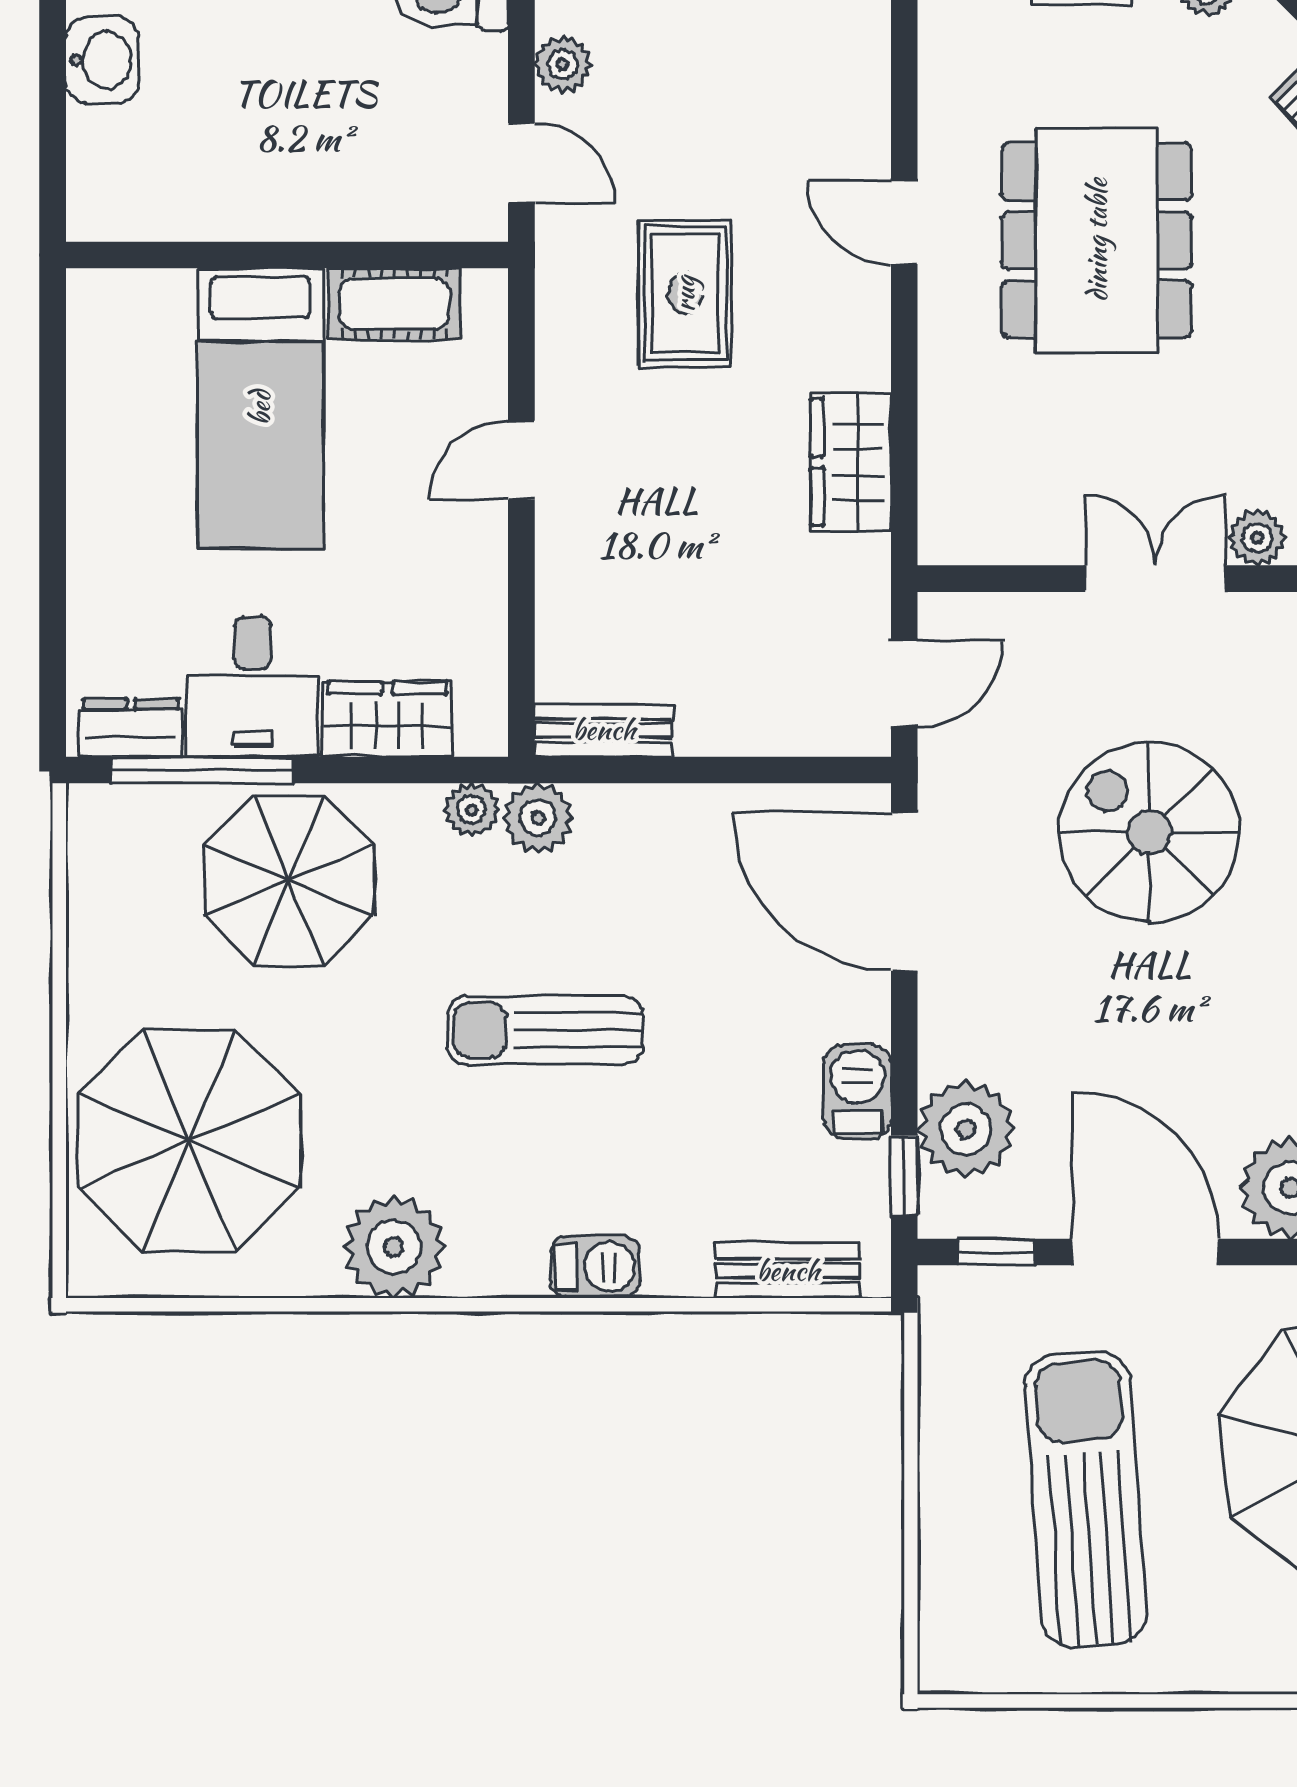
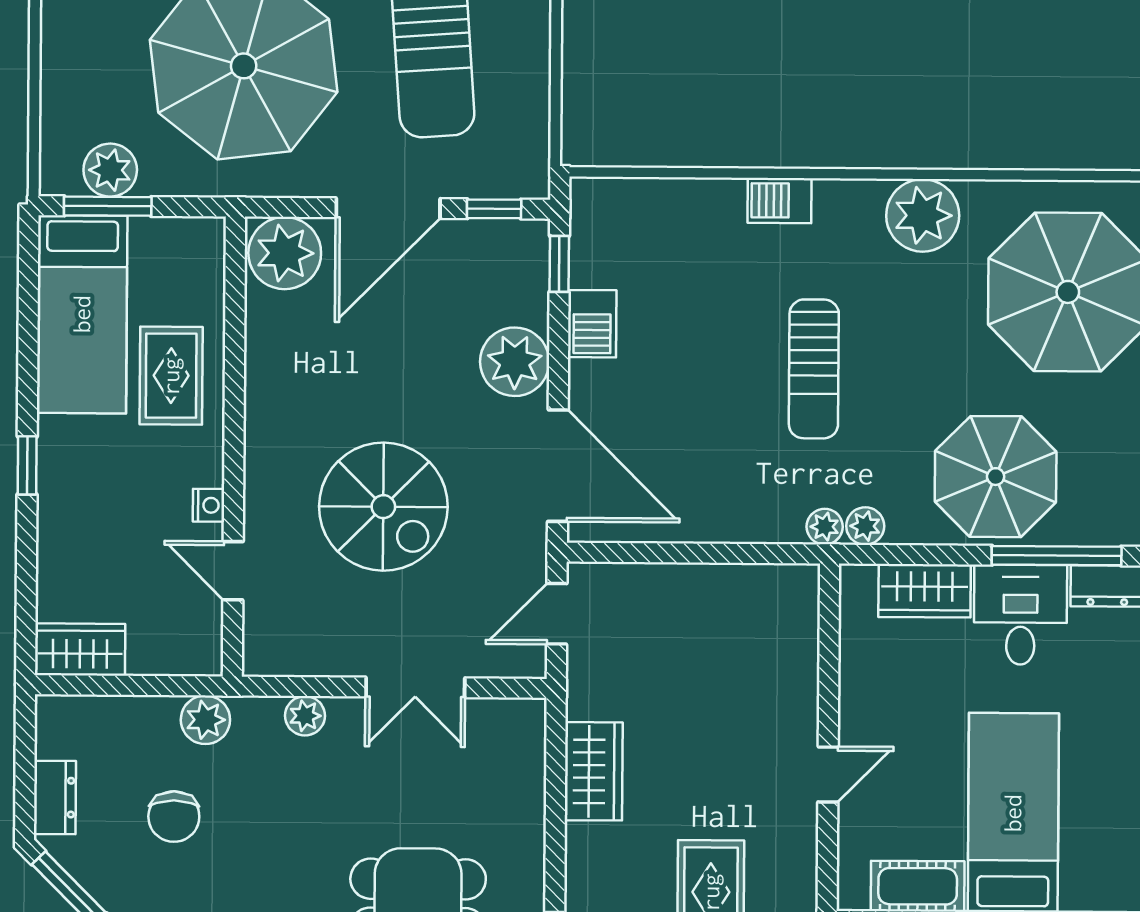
double door: (1155, 579) -> (415, 687), moved
bench: (604, 730) -> (771, 582), removed
plant: (538, 818) -> (825, 527), width x0.73, depth x0.73
sun lounger: (545, 1030) -> (814, 369), turned 90
plant: (966, 1129) -> (515, 362), moved
door: (1145, 1252) -> (388, 208), hinge flipped
bench: (788, 1271) -> (642, 197), removed

